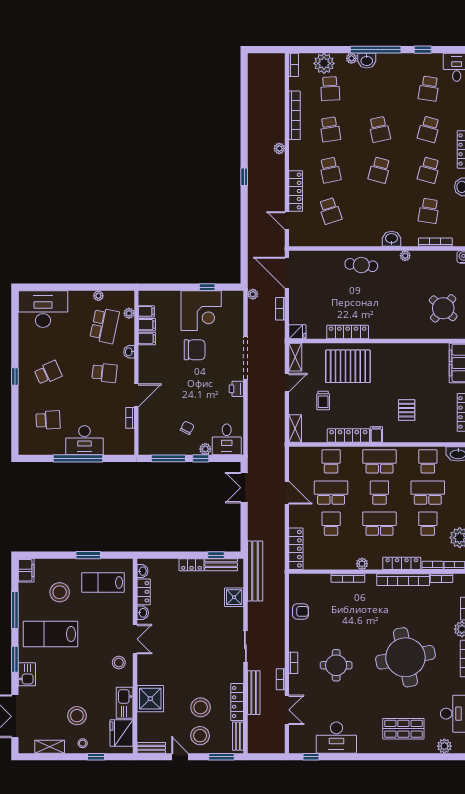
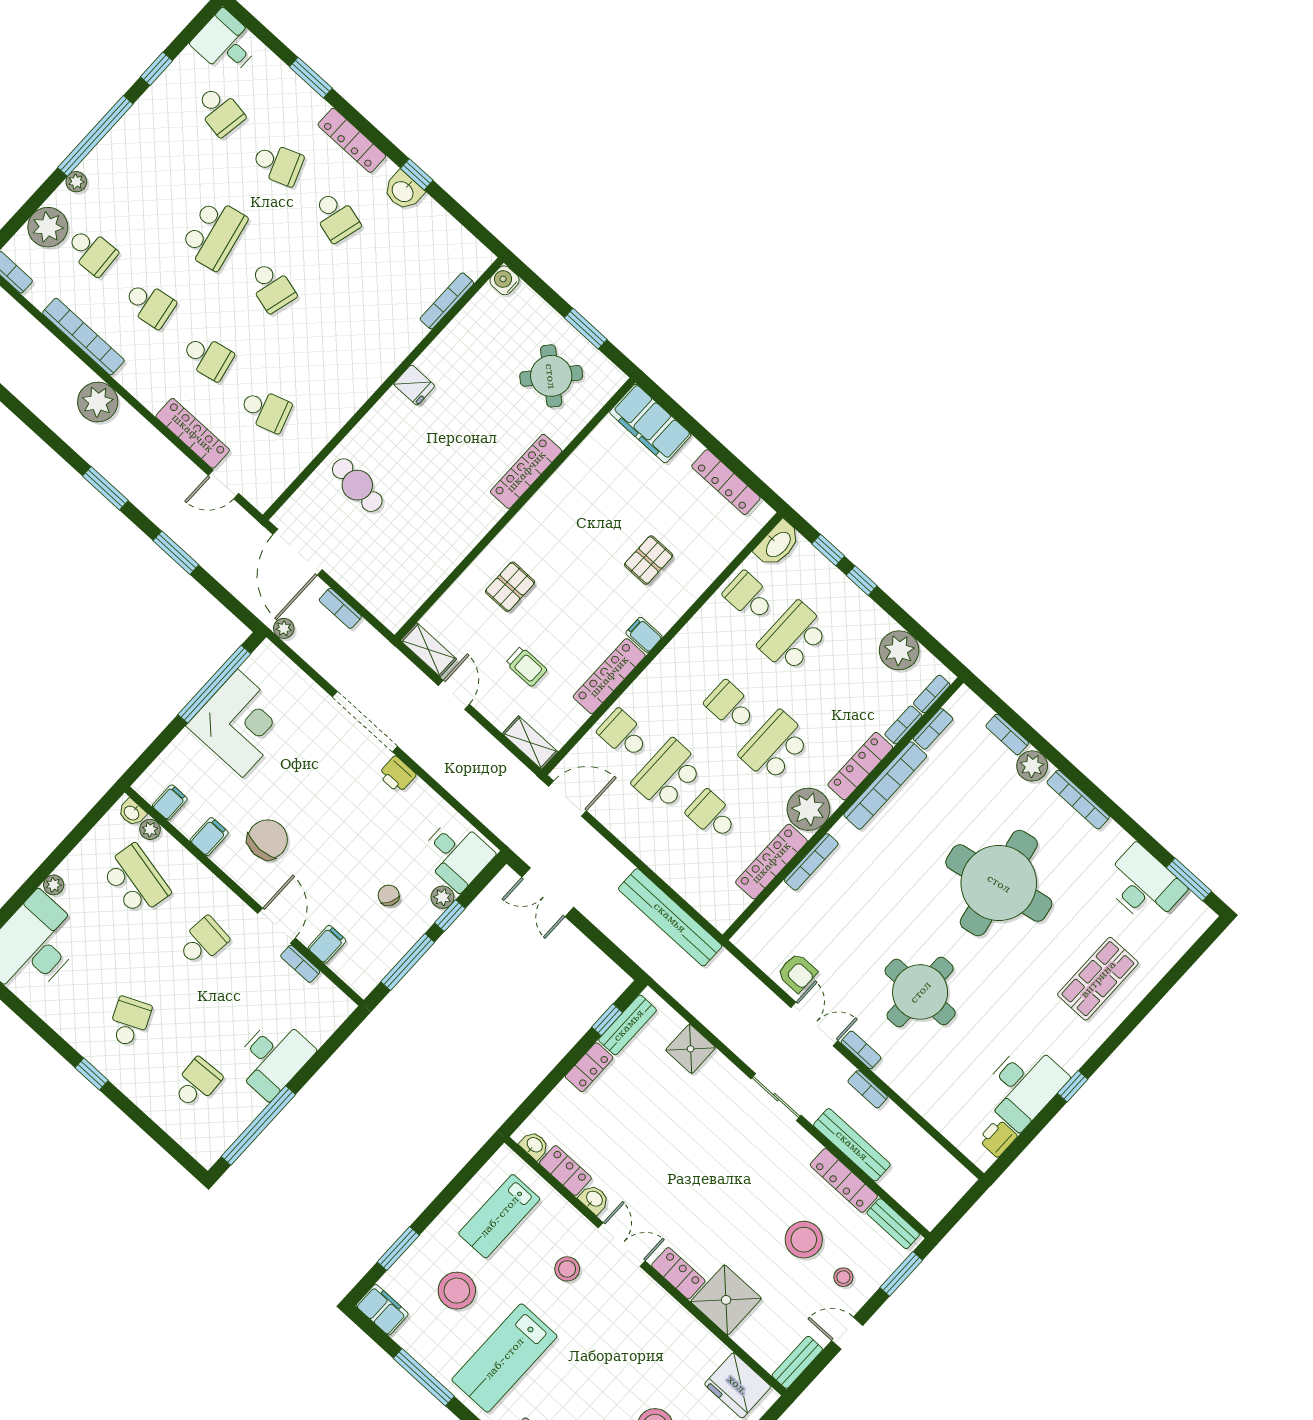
washbasin: (367, 61) -> (99, 163), removed
school desk: (379, 129) -> (214, 234), width x1.85
school desk: (429, 129) -> (278, 164), turned -36
plant: (279, 148) -> (98, 402), width x1.88, depth x1.88
window: (244, 177) -> (105, 488), width x1.50
school desk: (429, 211) -> (394, 270), removed
window: (244, 226) -> (176, 553), added
washbasin: (392, 239) -> (385, 359), removed
plant: (405, 256) -> (427, 362), removed
cafe table: (361, 265) -> (357, 485), moved, turned 90
door: (287, 273) -> (298, 552), hinge flipped
window: (207, 287) -> (214, 684), width x3.17
plant: (98, 296) -> (54, 885), moved
filing cabinet: (147, 325) -> (327, 944), moved
fridge: (297, 332) -> (414, 385), moved, turned 90
locker: (348, 332) -> (526, 471), moved
chair: (195, 350) -> (268, 839), moved
washbasin: (129, 352) -> (132, 813), moved
pallet: (348, 366) -> (510, 587), width x0.49, depth x0.50
pallet: (407, 410) -> (649, 560), turned 90
window: (78, 458) -> (258, 1126), moved
school desk: (379, 461) -> (686, 665), removed
door: (287, 493) -> (568, 799), moved
school desk: (428, 524) -> (838, 678), removed
locker: (296, 549) -> (771, 862), moved, turned -90
window: (88, 555) -> (398, 1249), moved
plant: (362, 564) -> (808, 809), width x1.88, depth x1.88
bench: (255, 571) -> (670, 917), moved
armchair: (301, 611) -> (797, 973), turned 90
stool: (119, 663) -> (567, 1269), moved
round table: (336, 665) -> (920, 992), width x1.36, depth x1.36
locker: (144, 671) -> (678, 1273), added
kitchen sink: (125, 703) -> (699, 1342), removed
double door: (287, 710) -> (814, 1024), moved
stool: (200, 736) -> (843, 1277), width x0.53, depth x0.53
printer: (307, 746) -> (998, 1138), added
plant: (444, 746) -> (1176, 943), removed
window: (311, 757) -> (1073, 1086), moved

